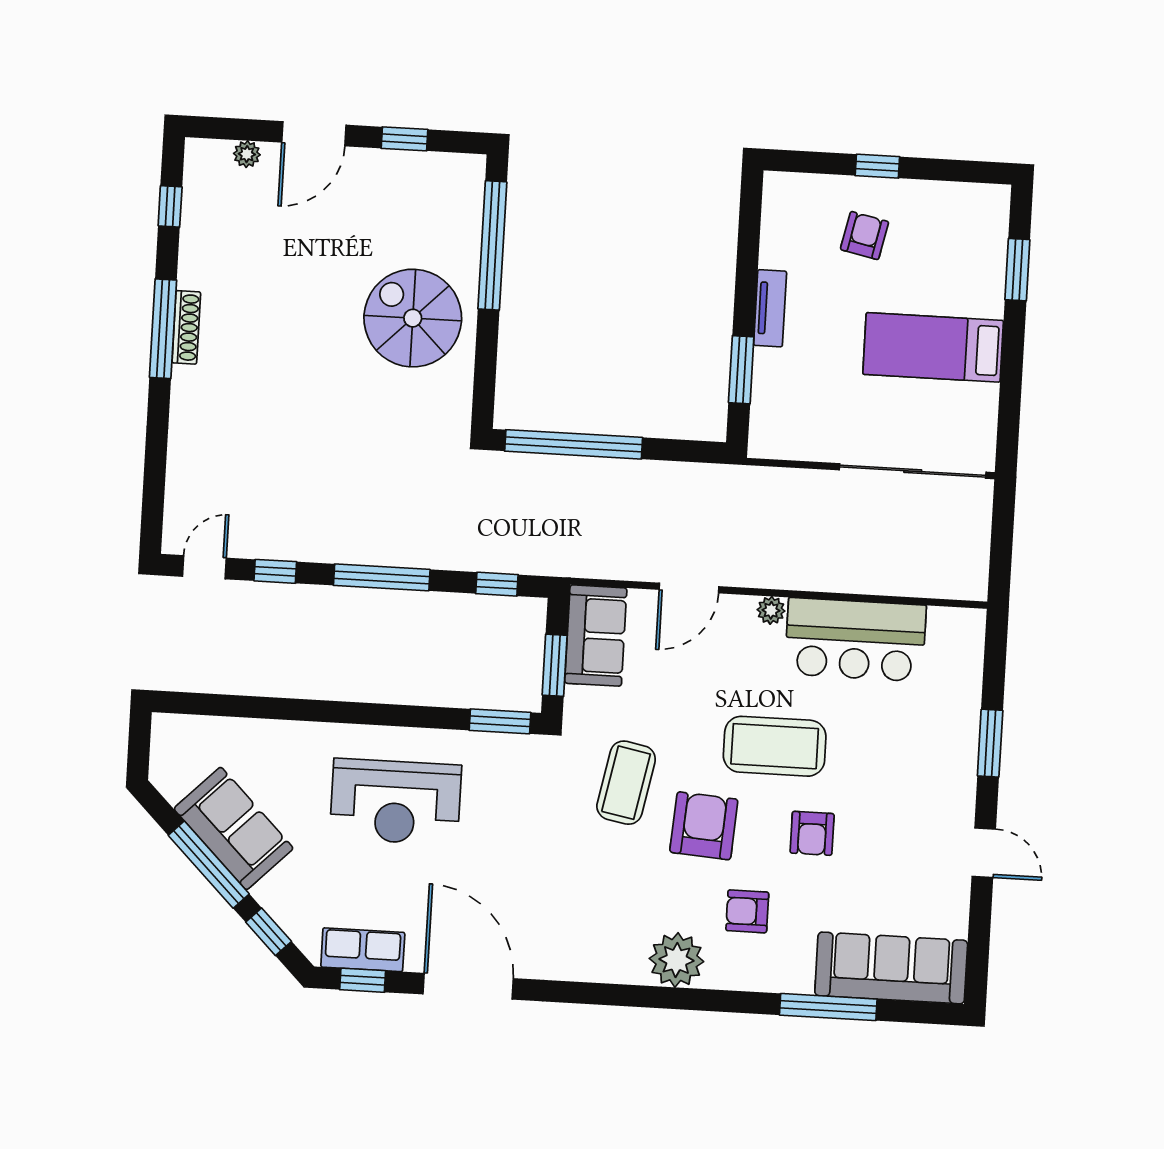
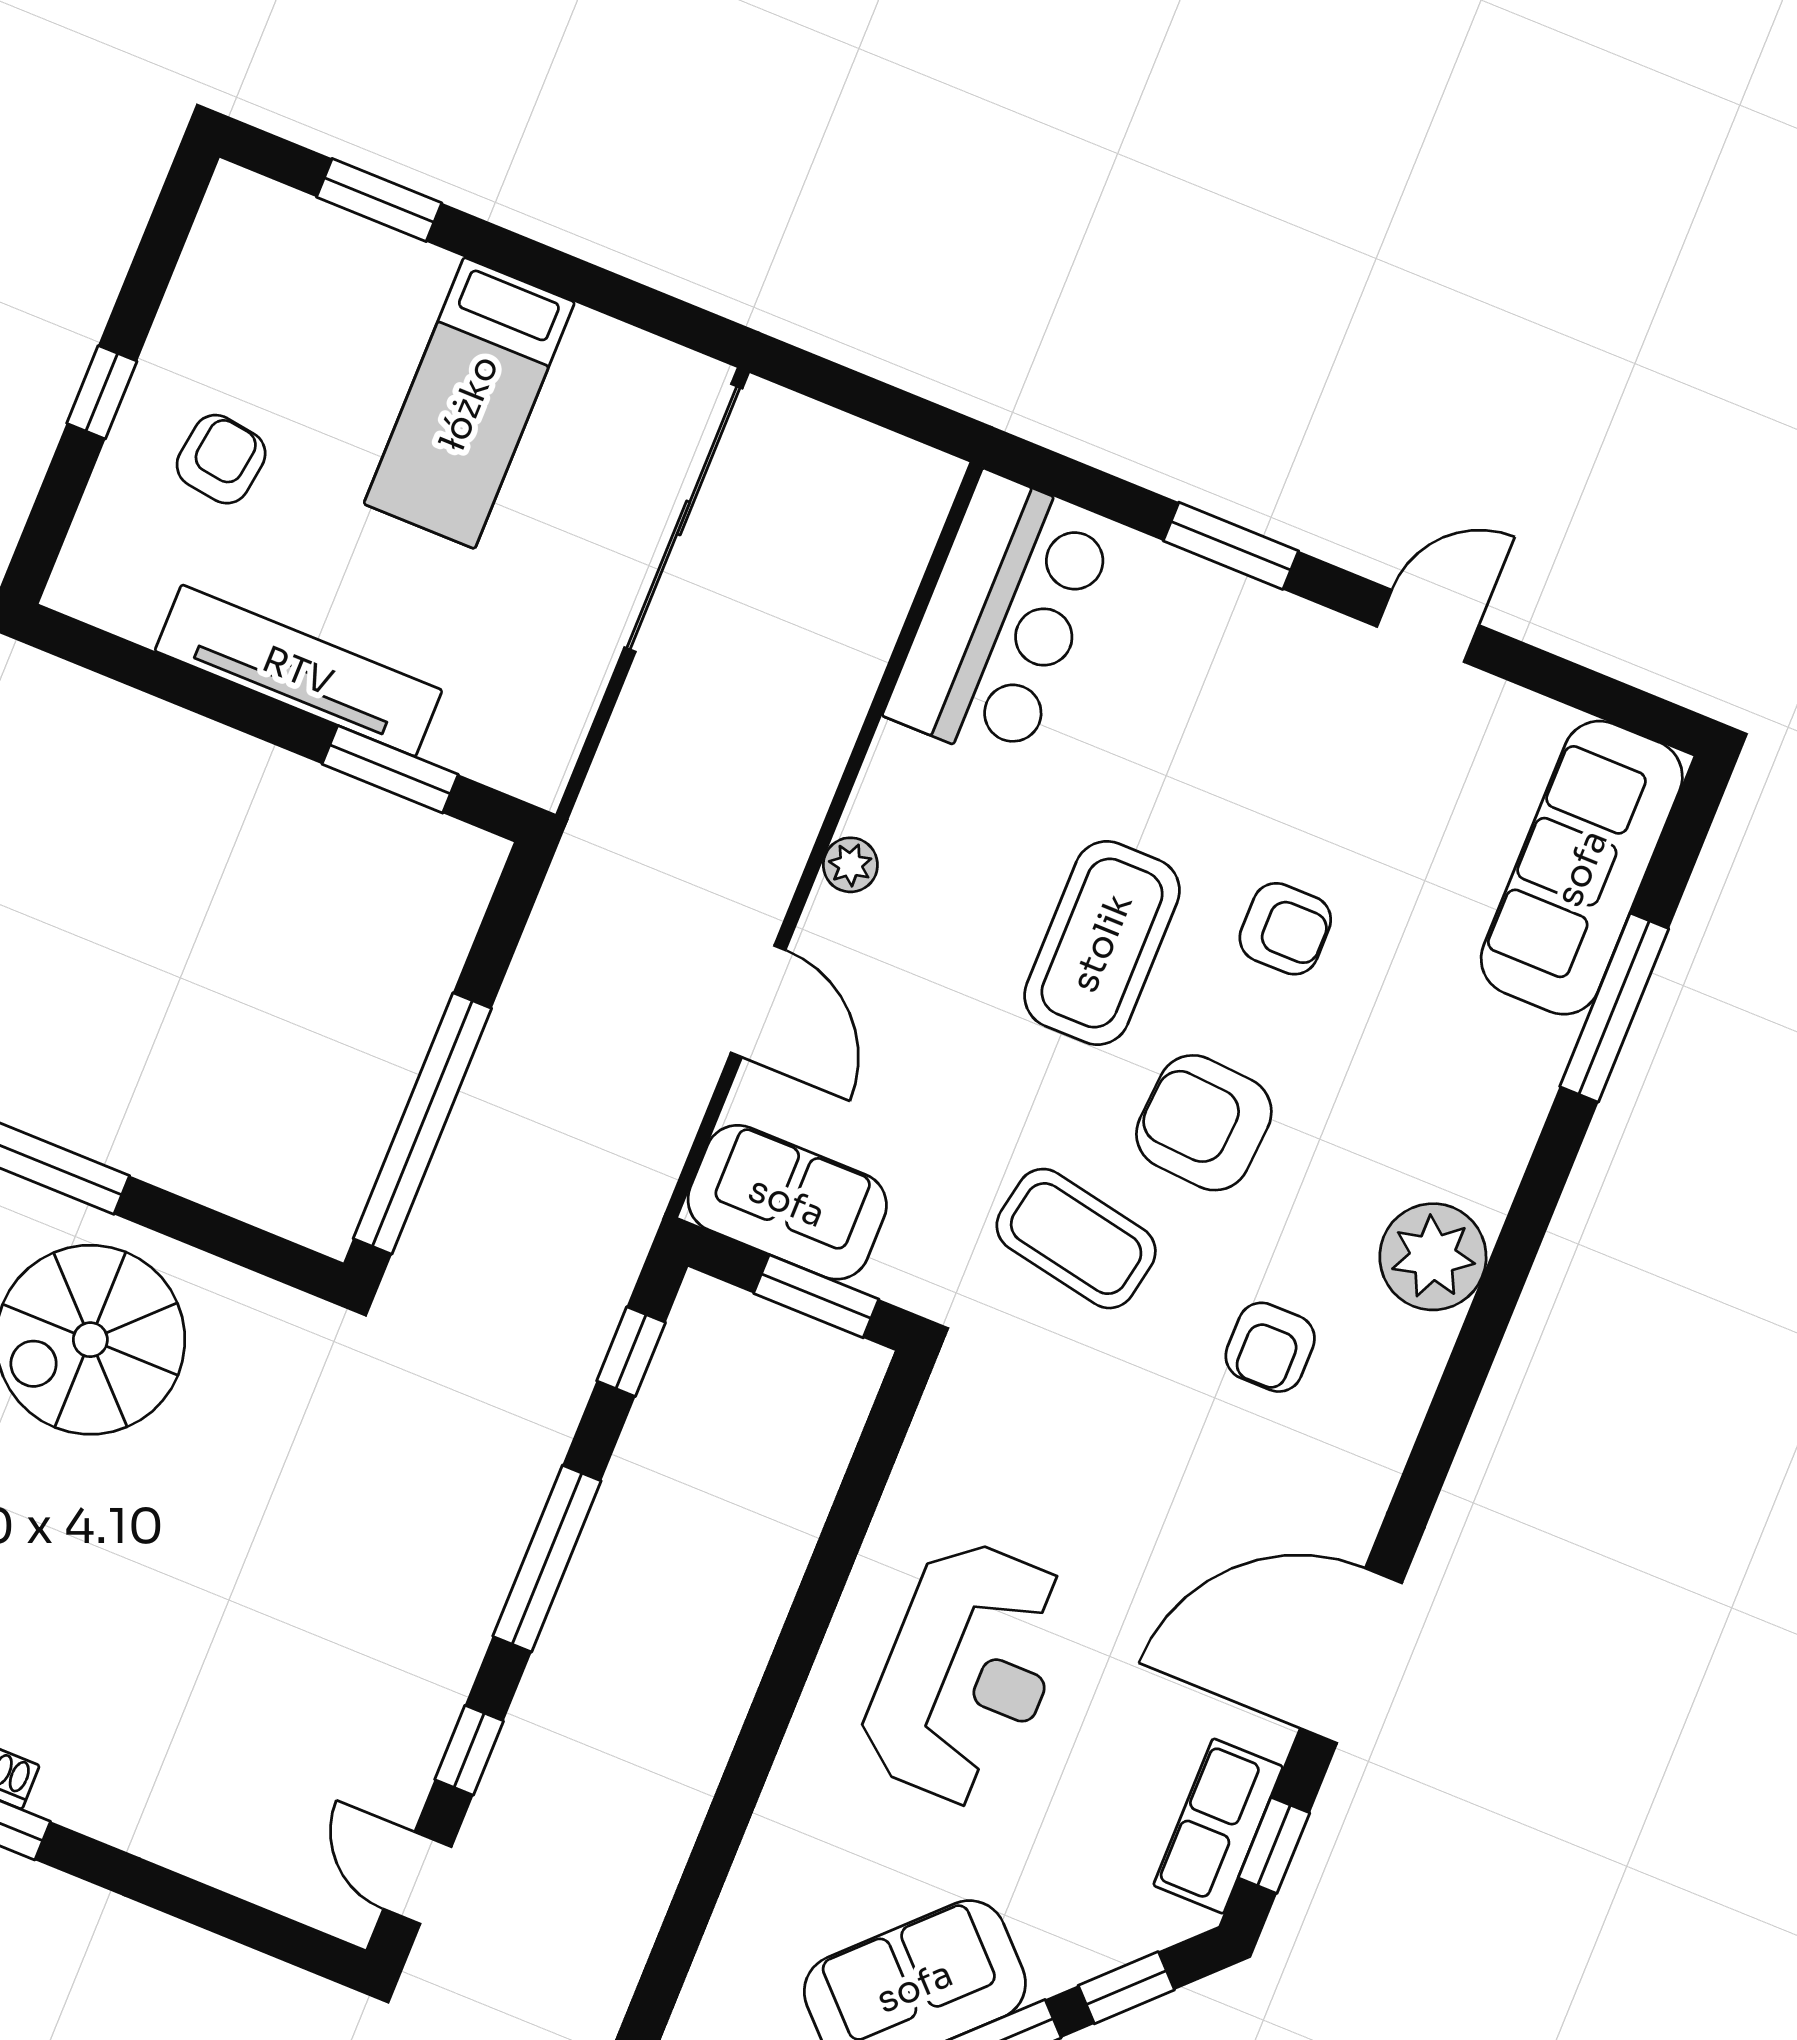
armchair: (865, 236) -> (221, 459), turned 86
tv unit: (770, 308) -> (298, 671), width x1.92, depth x1.29
bar counter: (855, 640) -> (1001, 620), moved
window: (500, 721) -> (885, 1431), removed
armchair: (747, 911) -> (1270, 1347), moved

